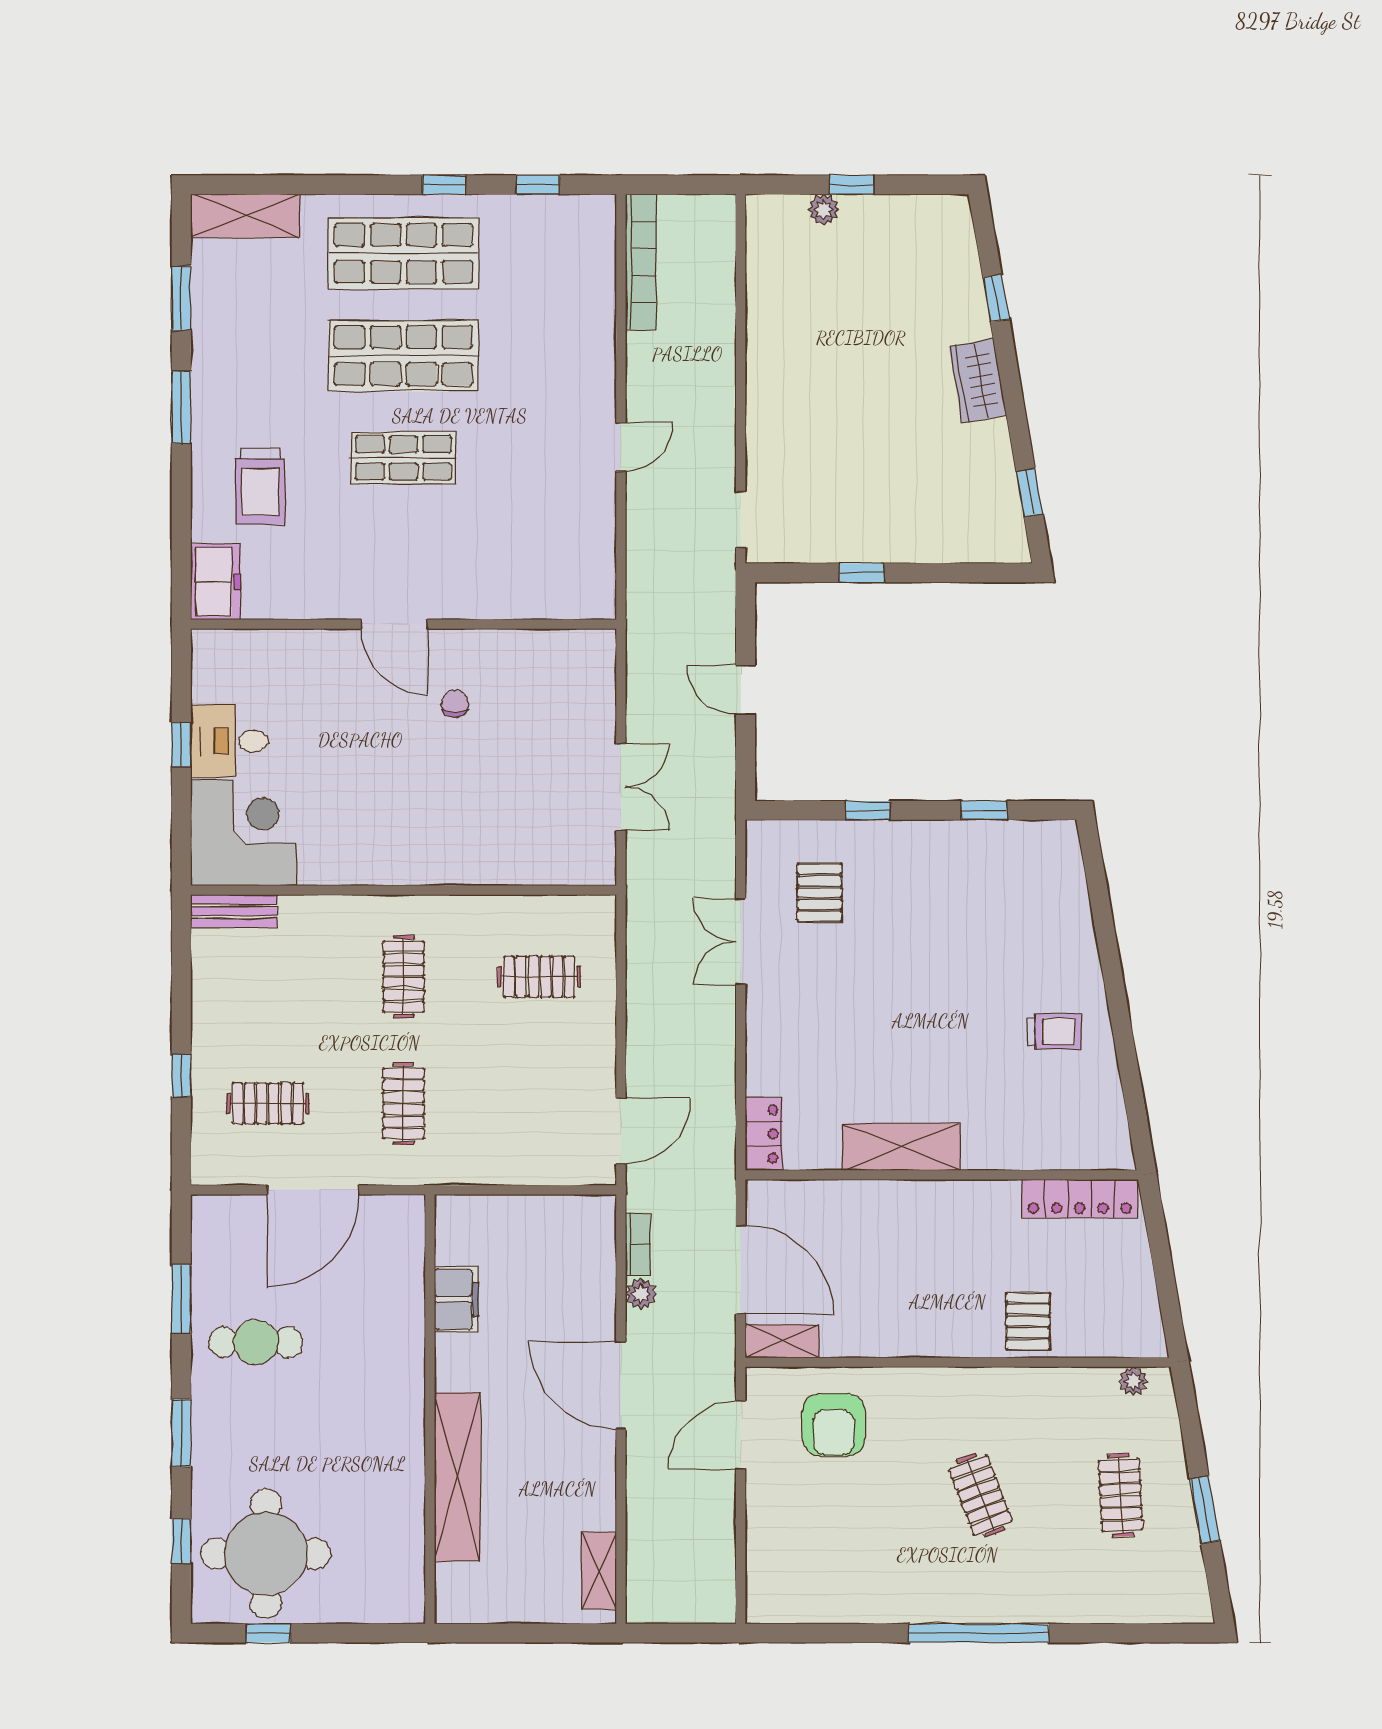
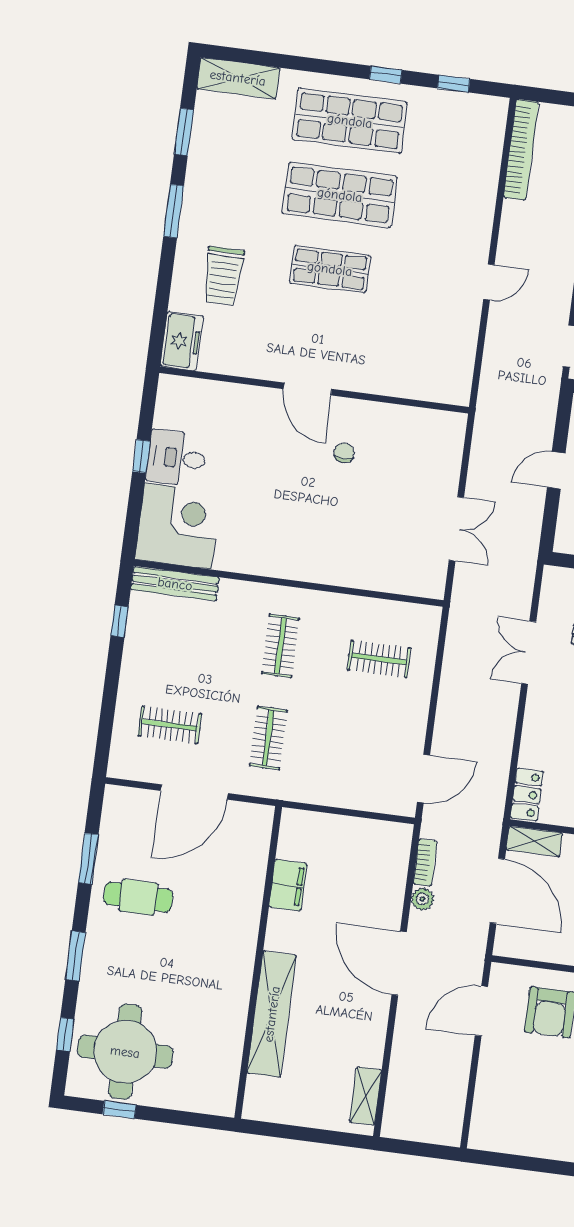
door: (746, 690) -> (556, 470), hinge flipped
bench: (234, 911) -> (175, 584), width x1.36
window: (181, 1076) -> (120, 621), moved
shelving: (782, 1341) -> (534, 841), moved

